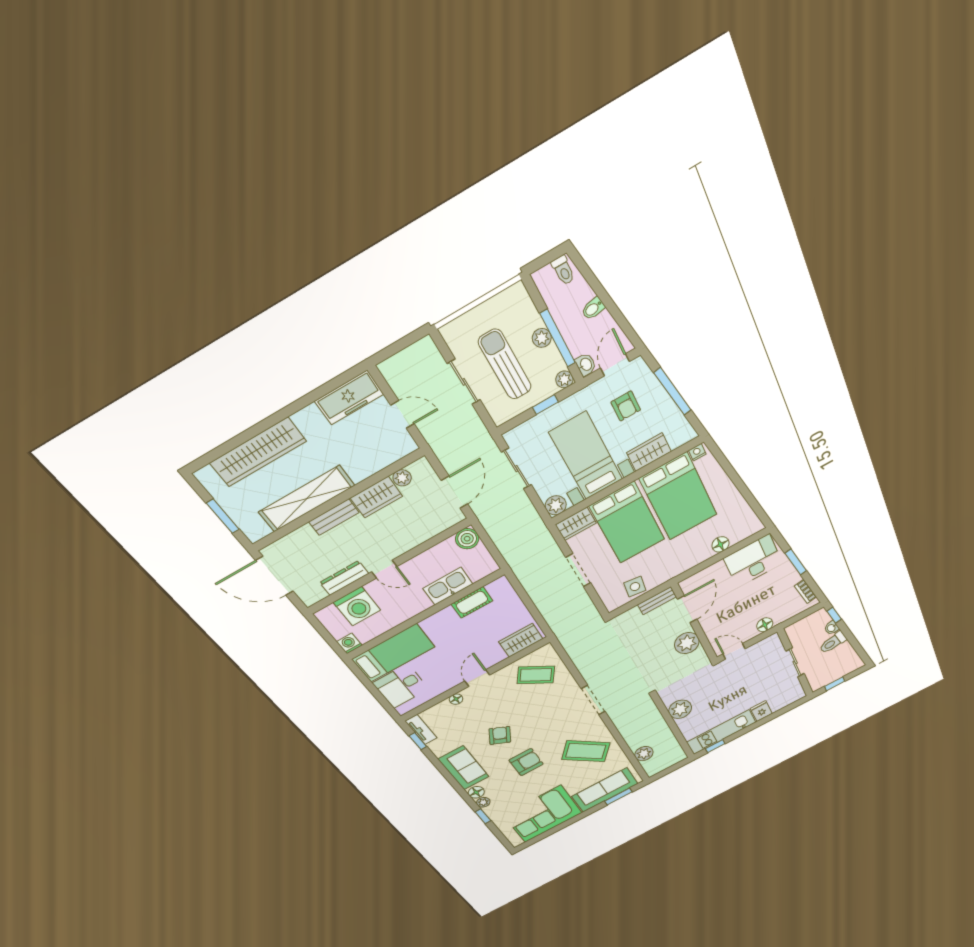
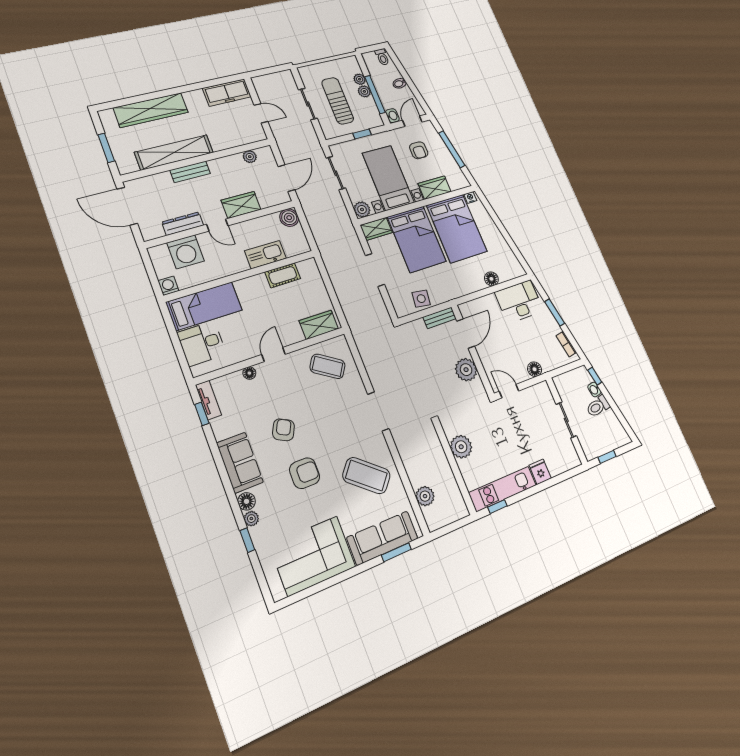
plant: (564, 379) -> (360, 79), moved
wardrobe: (376, 497) -> (241, 205), moved, turned 180

